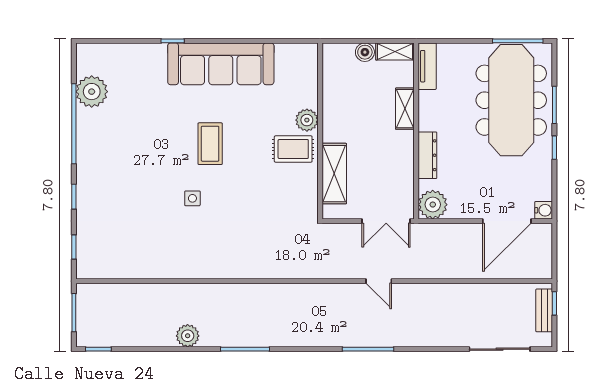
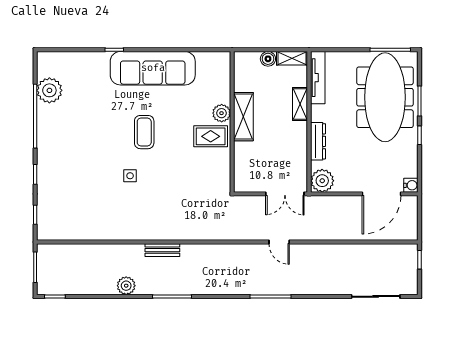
tv unit: (427, 66) -> (318, 78), width x1.41
shelving: (334, 174) -> (243, 117), moved
bench: (544, 310) -> (162, 250), moved, turned 90

